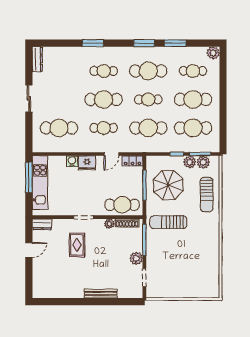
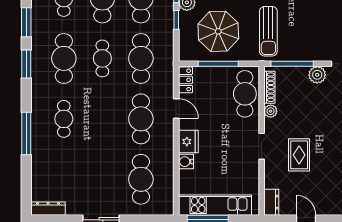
window: (93, 43) -> (26, 133), width x1.44
cafe table: (104, 99) -> (102, 119), removed
cafe table: (104, 128) -> (141, 119), width x1.37, depth x1.35
rug: (77, 245) -> (299, 155), turned 90

